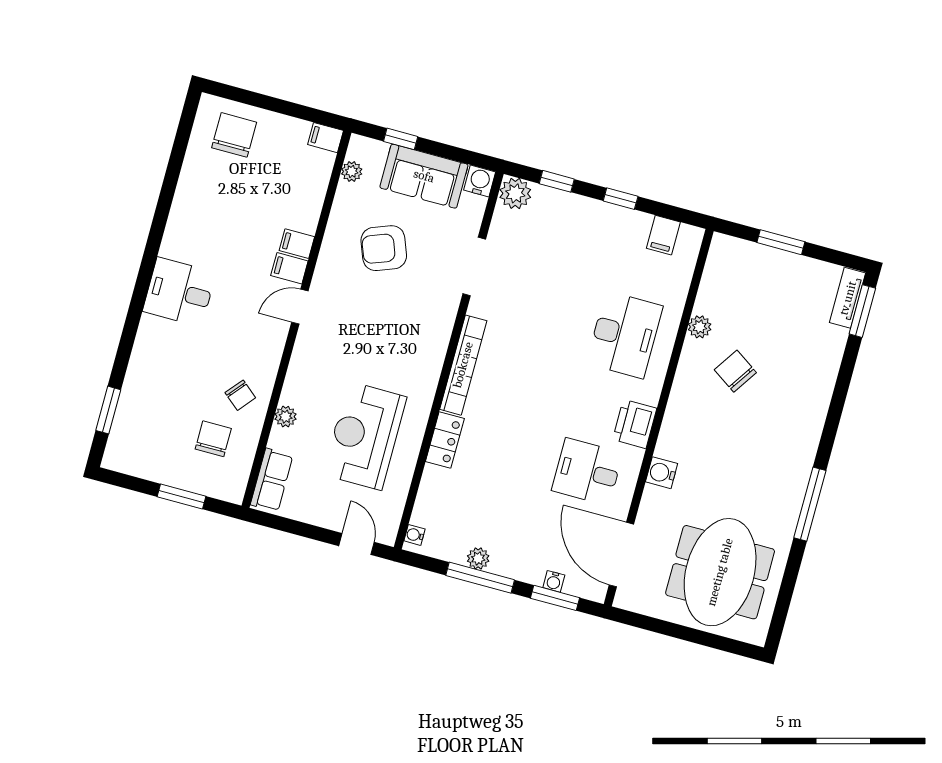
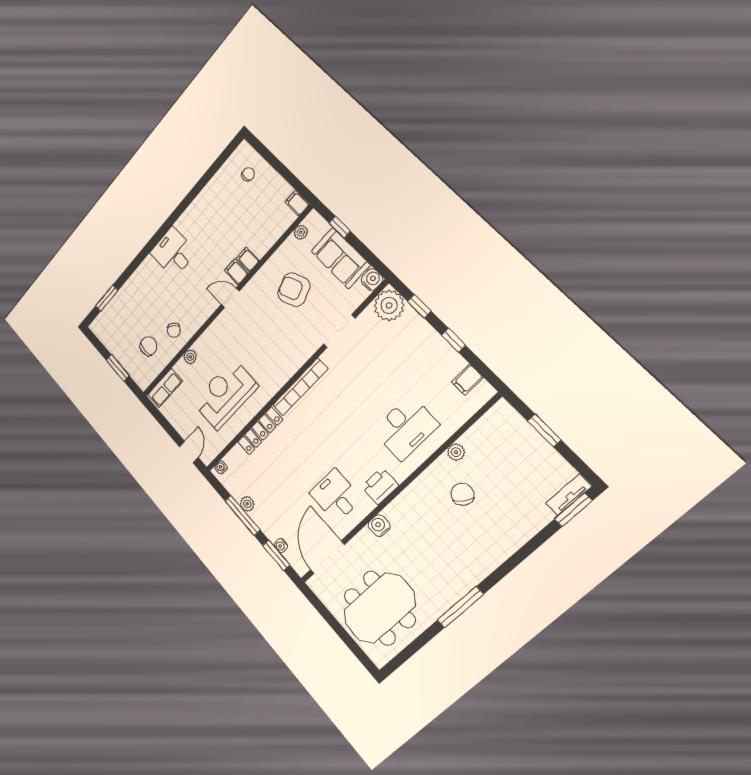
chair: (234, 135) -> (248, 174), width x0.54, depth x0.54
plant: (515, 193) -> (389, 305), width x1.36, depth x1.36
locker: (445, 440) -> (260, 431), width x1.53

